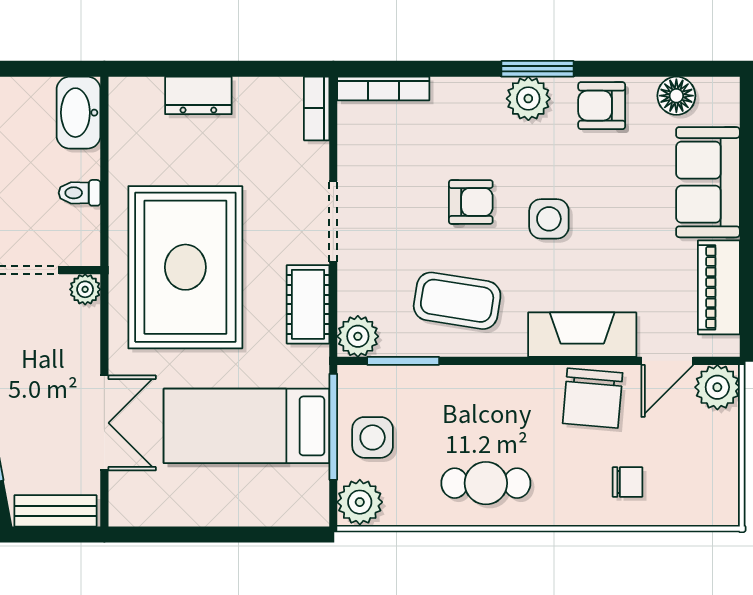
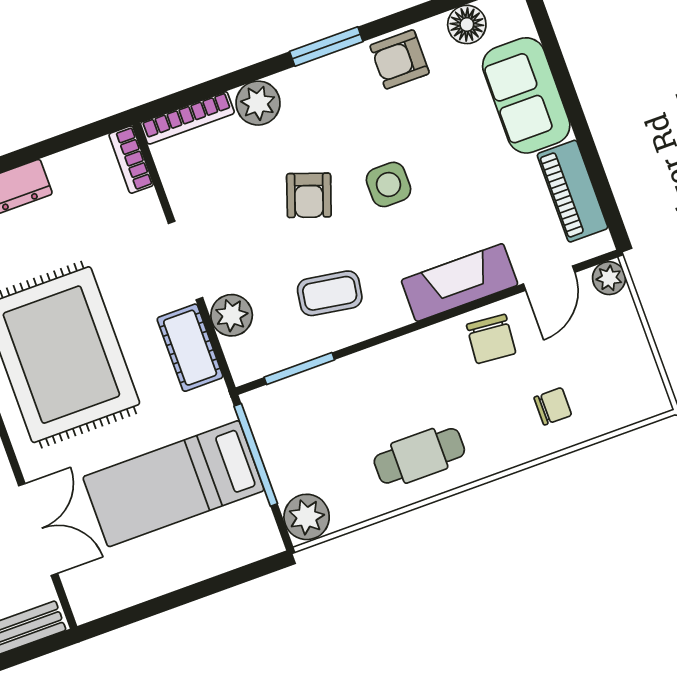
plant: (528, 99) -> (258, 103), moved
armchair: (471, 202) -> (309, 195), turned 109
coffee table: (457, 301) -> (330, 293), width x0.73, depth x0.77
plant: (358, 336) -> (232, 315), moved
plant: (717, 387) -> (609, 278), width x0.73, depth x0.73
chair: (593, 398) -> (491, 339), width x0.73, depth x0.73
side table: (373, 437) -> (297, 451), removed

